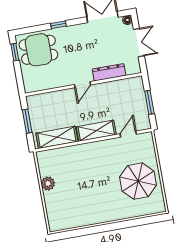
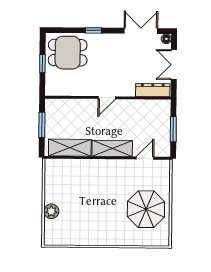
double door: (139, 43) -> (174, 65), swing flipped
window: (15, 52) -> (42, 64), moved
dresser: (109, 72) -> (153, 90), moved
plant: (48, 183) -> (51, 211), moved

